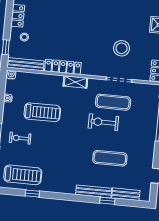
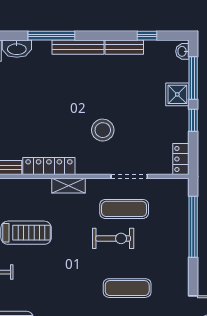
stool: (122, 48) -> (103, 130), moved
exercise bike: (103, 122) -> (113, 238), turned 180

